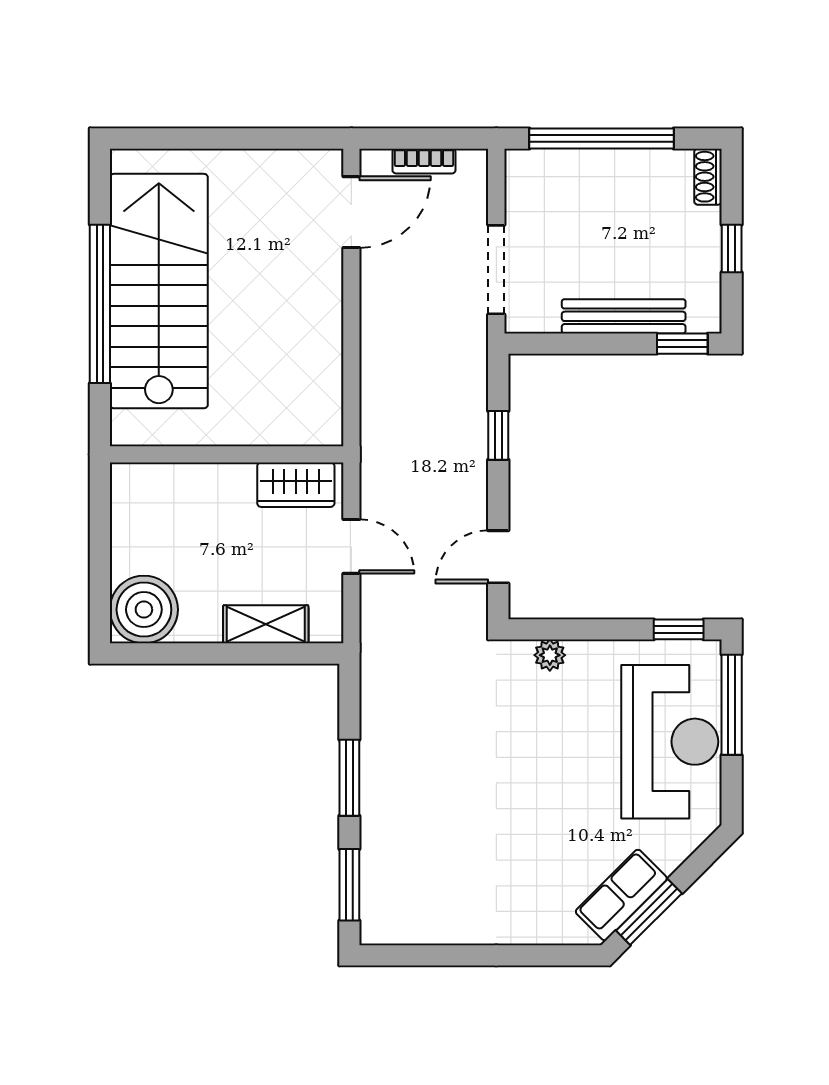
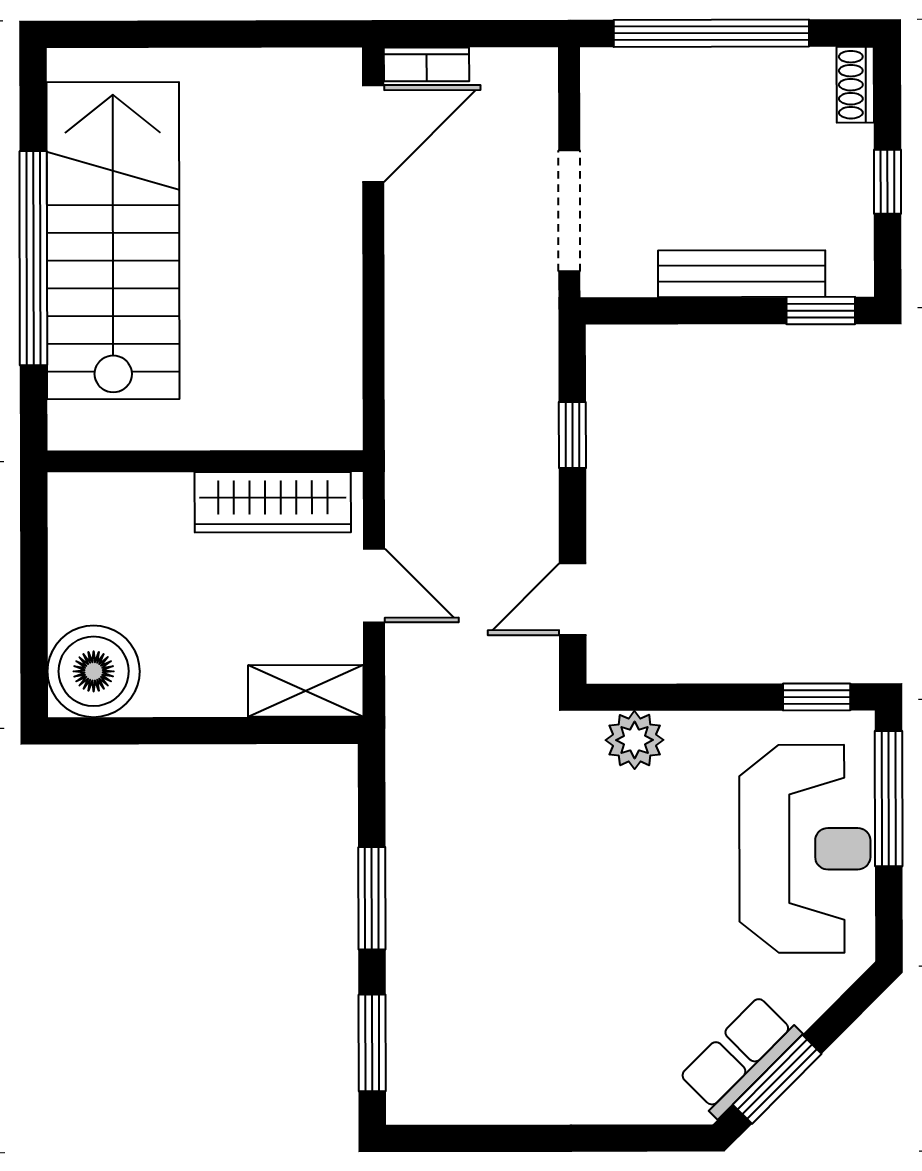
bookcase: (424, 161) -> (426, 64), moved
wardrobe: (296, 485) -> (273, 502), width x1.50
shelving: (266, 624) -> (306, 691), moved
plant: (550, 655) -> (635, 740), width x1.38, depth x1.38

